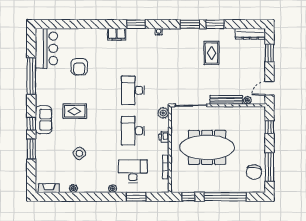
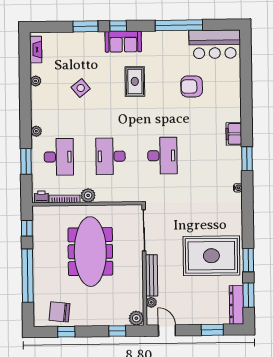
window: (190, 24) -> (249, 295), moved
rug: (212, 53) -> (211, 256), width x1.86, depth x2.06
desk: (133, 90) -> (162, 156), turned 90
plant: (260, 112) -> (136, 318), added
plant: (163, 113) -> (88, 195), moved
desk: (133, 131) -> (111, 156), turned -90
printer: (164, 137) -> (41, 197), moved
window: (269, 167) -> (66, 332), width x0.46

